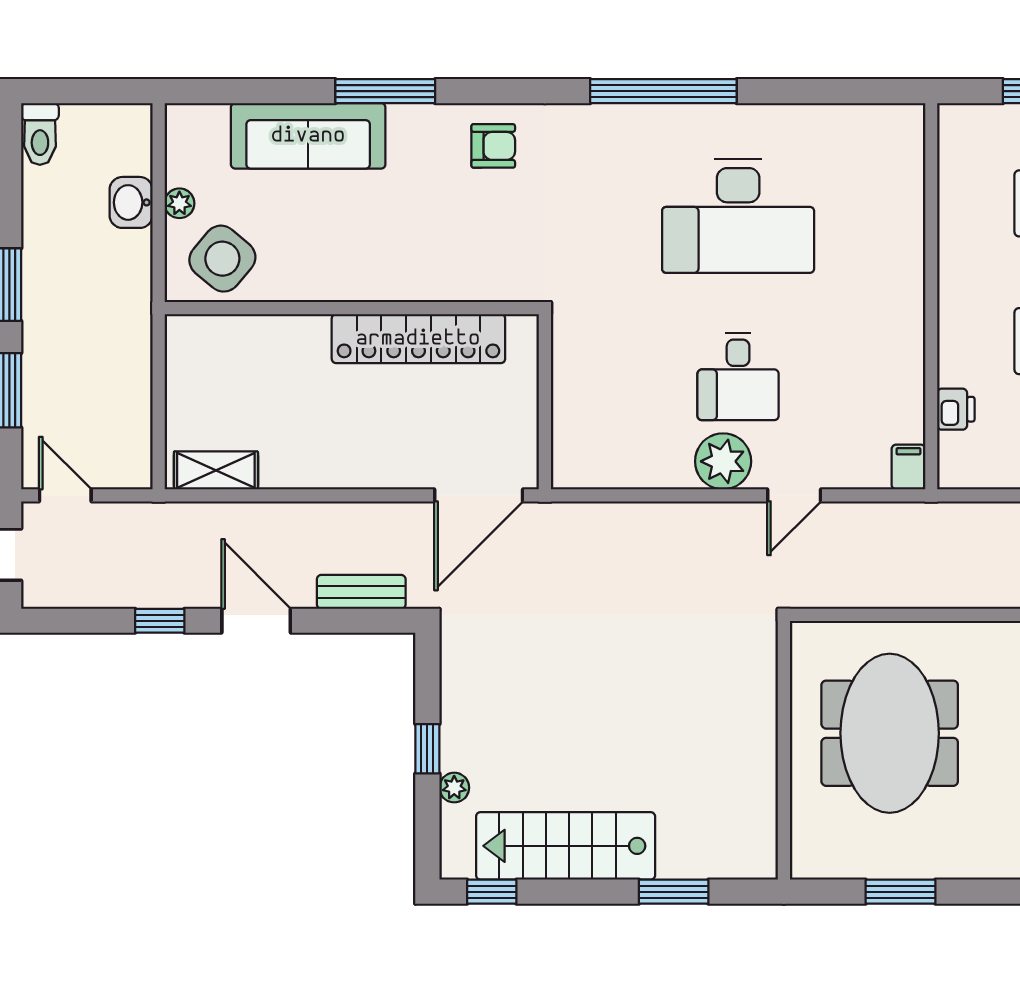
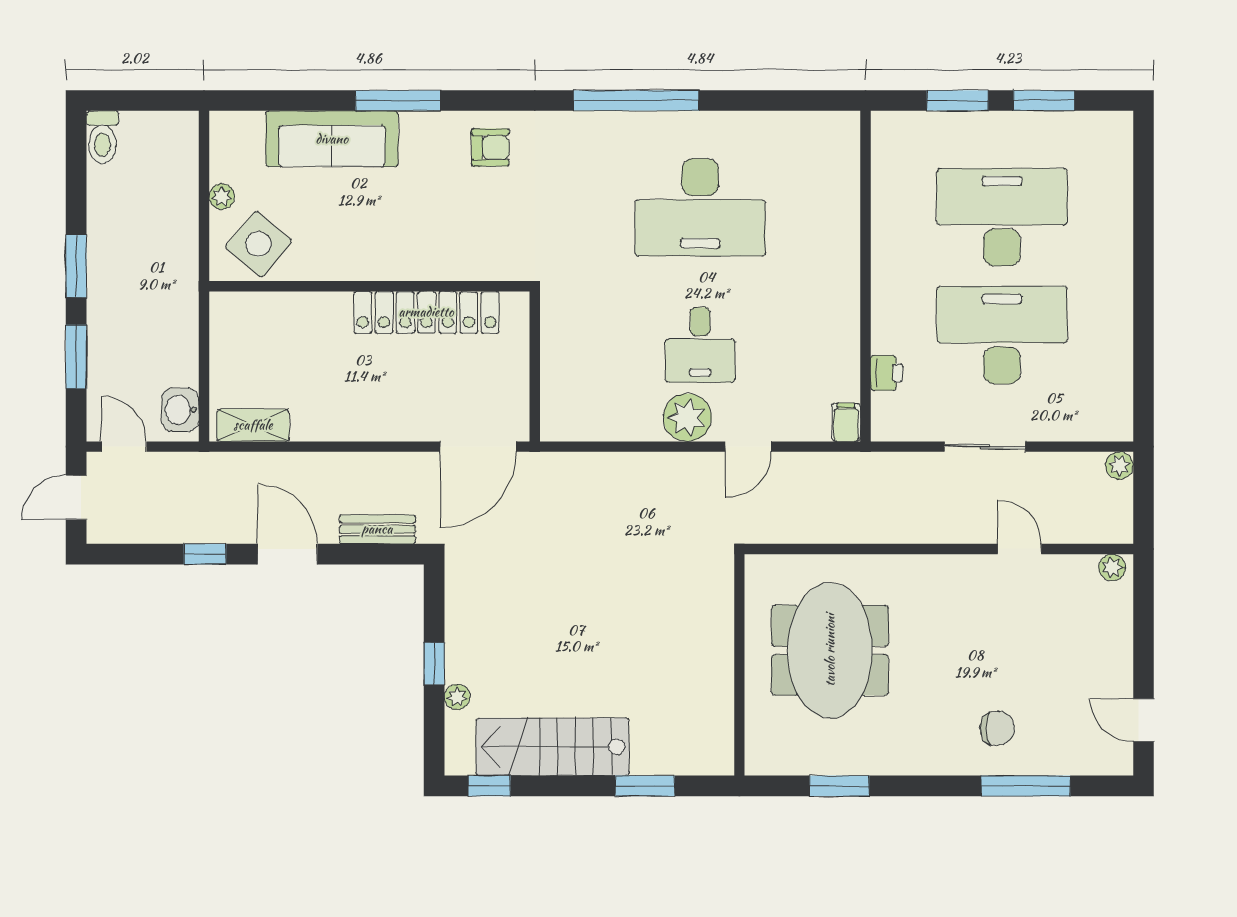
washbasin: (131, 202) -> (180, 410), moved

